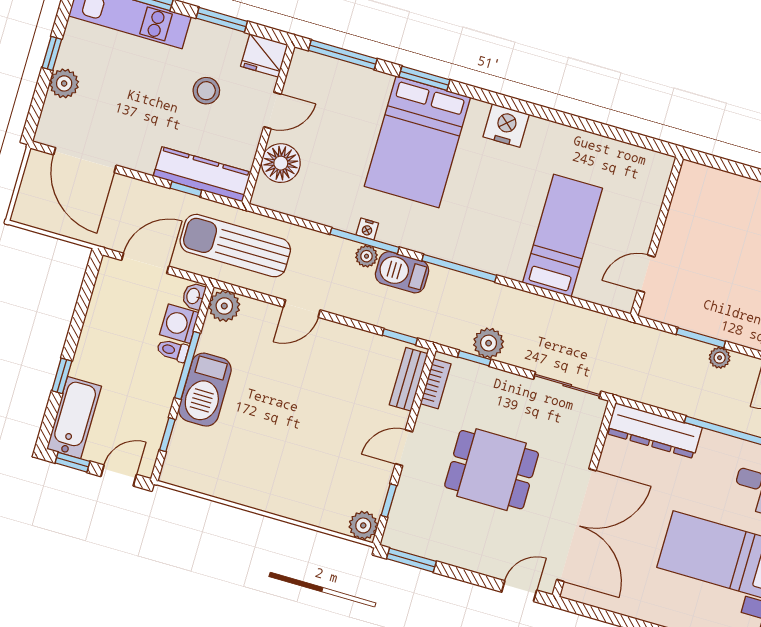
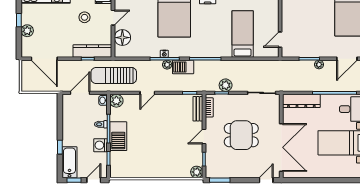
washing machine: (179, 324) -> (100, 145), moved

